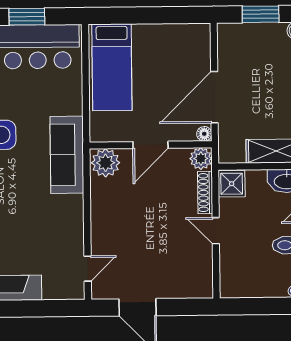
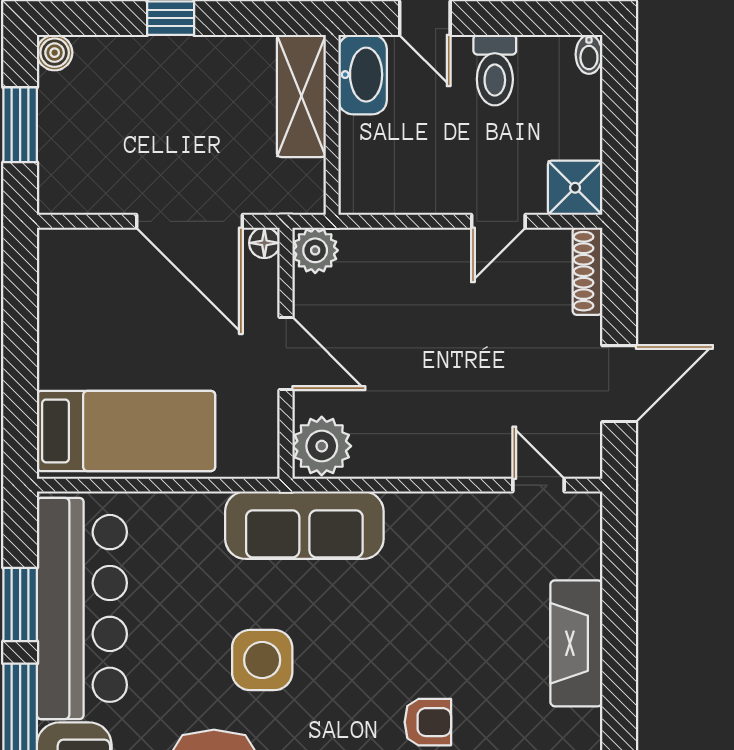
shower: (232, 184) -> (575, 188), moved
shoe rack: (205, 193) -> (587, 271), moved, turned 90
door: (216, 231) -> (498, 221), moved

